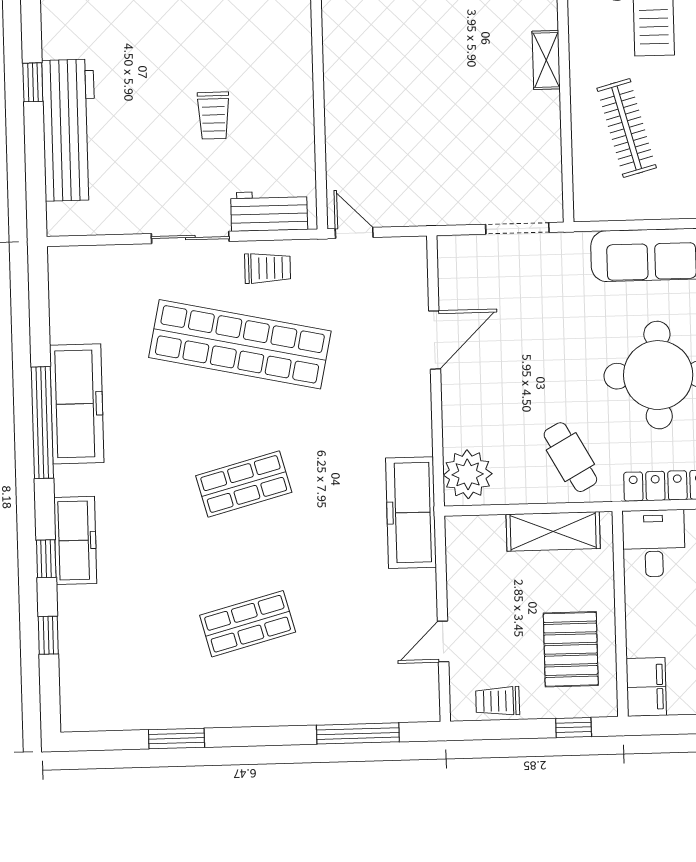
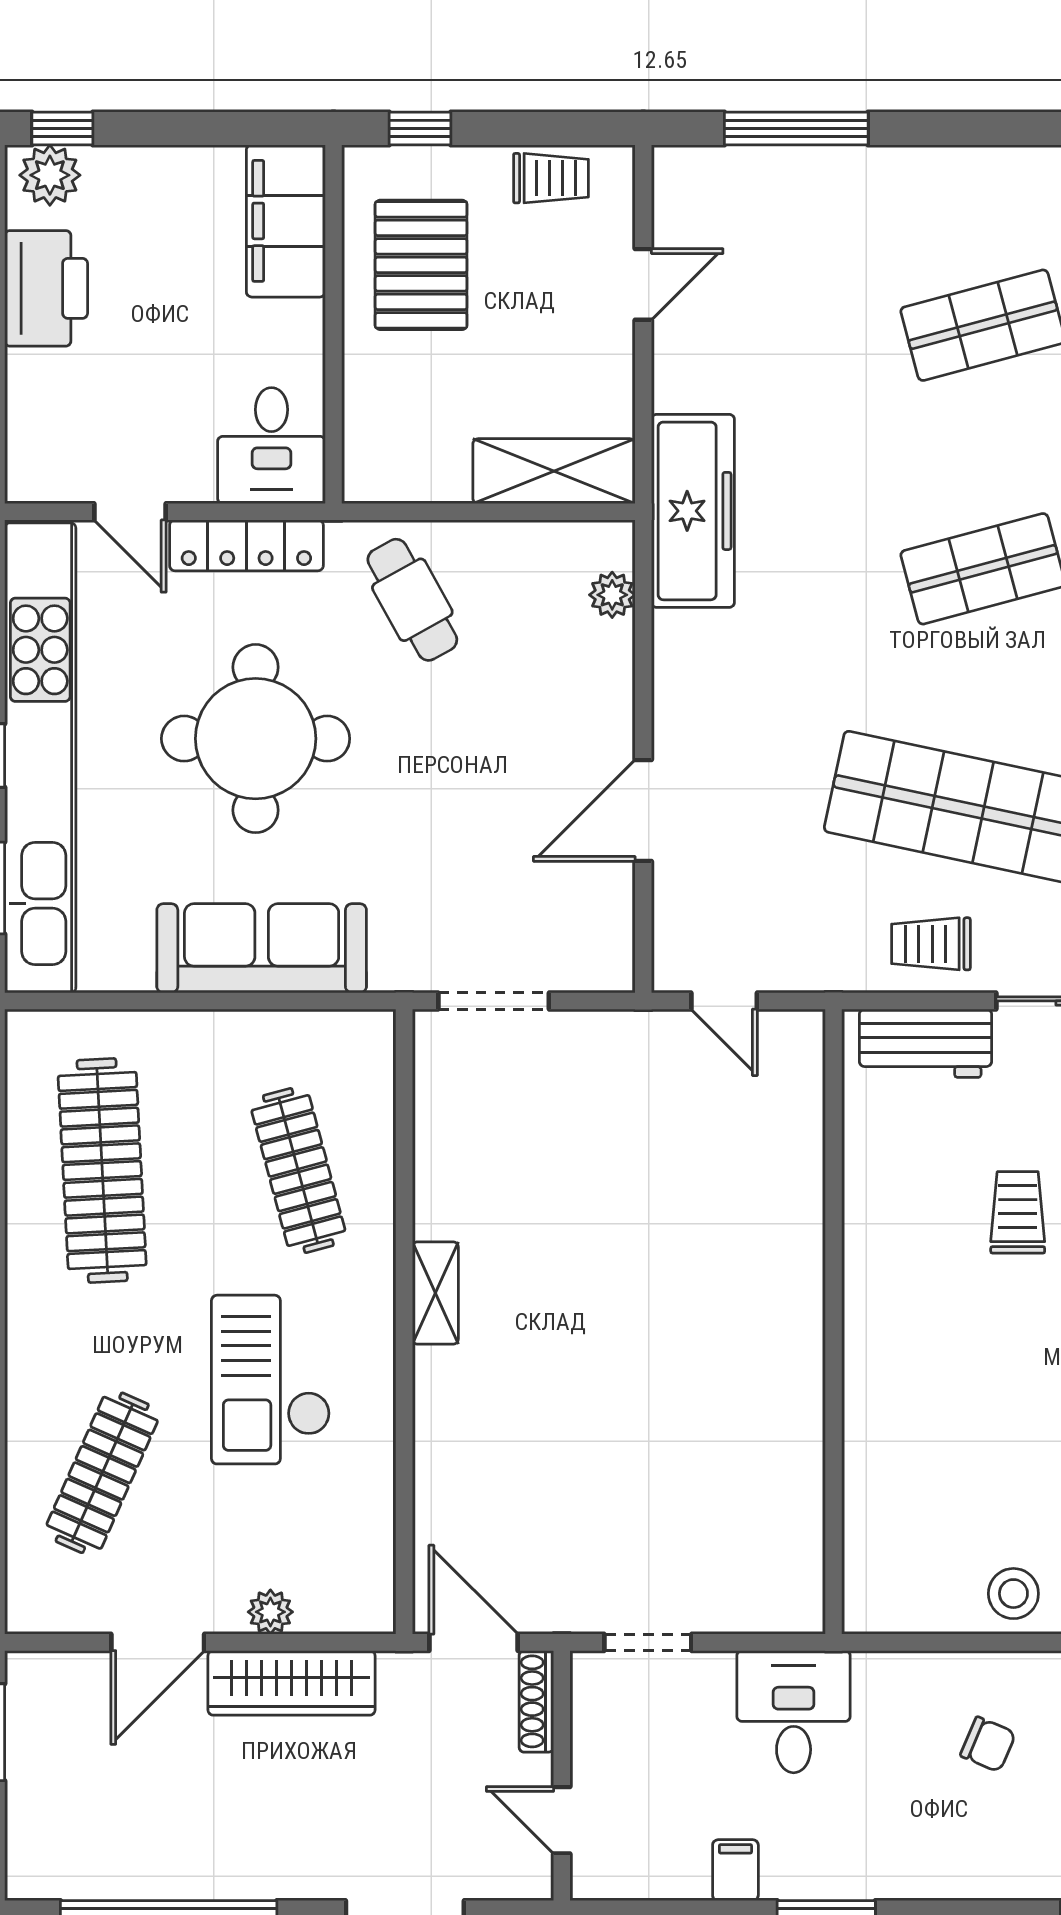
door: (354, 233) -> (724, 1001), moved
plant: (468, 474) -> (612, 595), width x0.53, depth x0.53
shelving: (553, 531) -> (554, 471), moved
filing cabinet: (646, 687) -> (286, 221), width x1.50, depth x1.17

